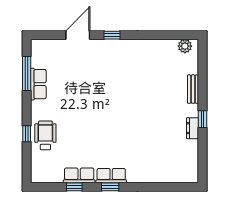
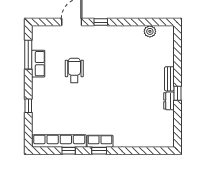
plant: (185, 46) -> (150, 31), moved
bench: (193, 89) -> (169, 79), moved
wheelchair: (45, 135) -> (74, 70), moved
row of seats: (79, 175) -> (59, 141), width x2.02

